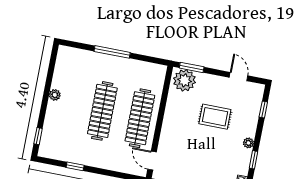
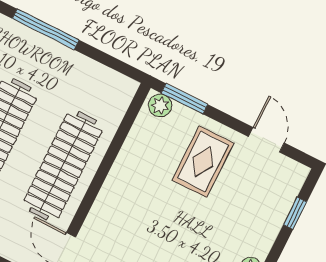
plant: (185, 80) -> (160, 105), width x0.53, depth x0.53
rug: (215, 117) -> (203, 162), moved, turned 90

